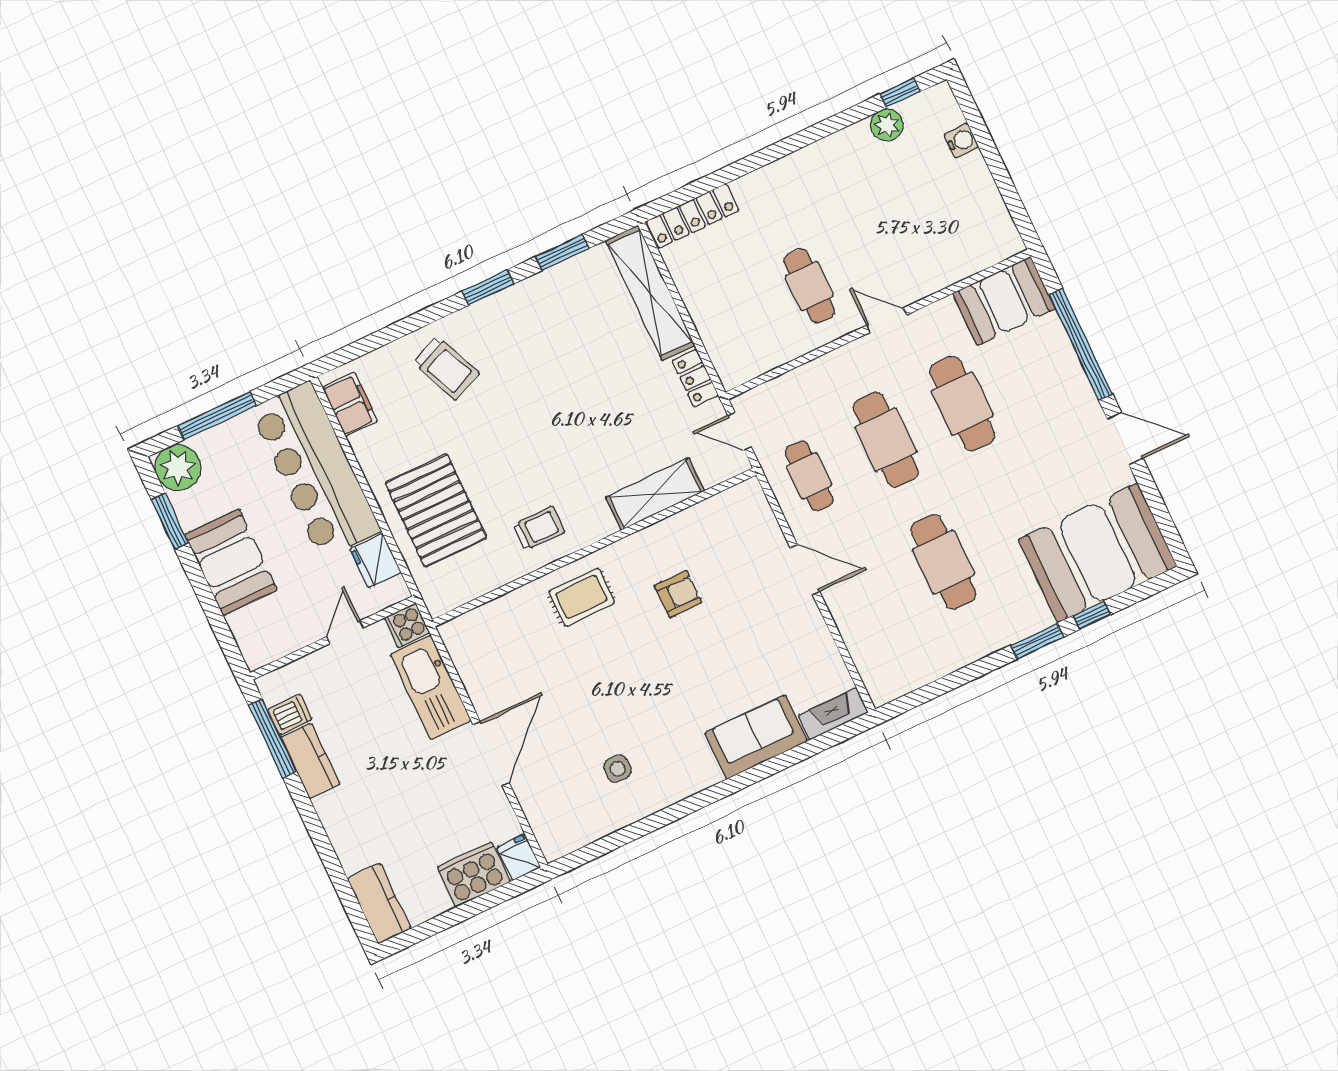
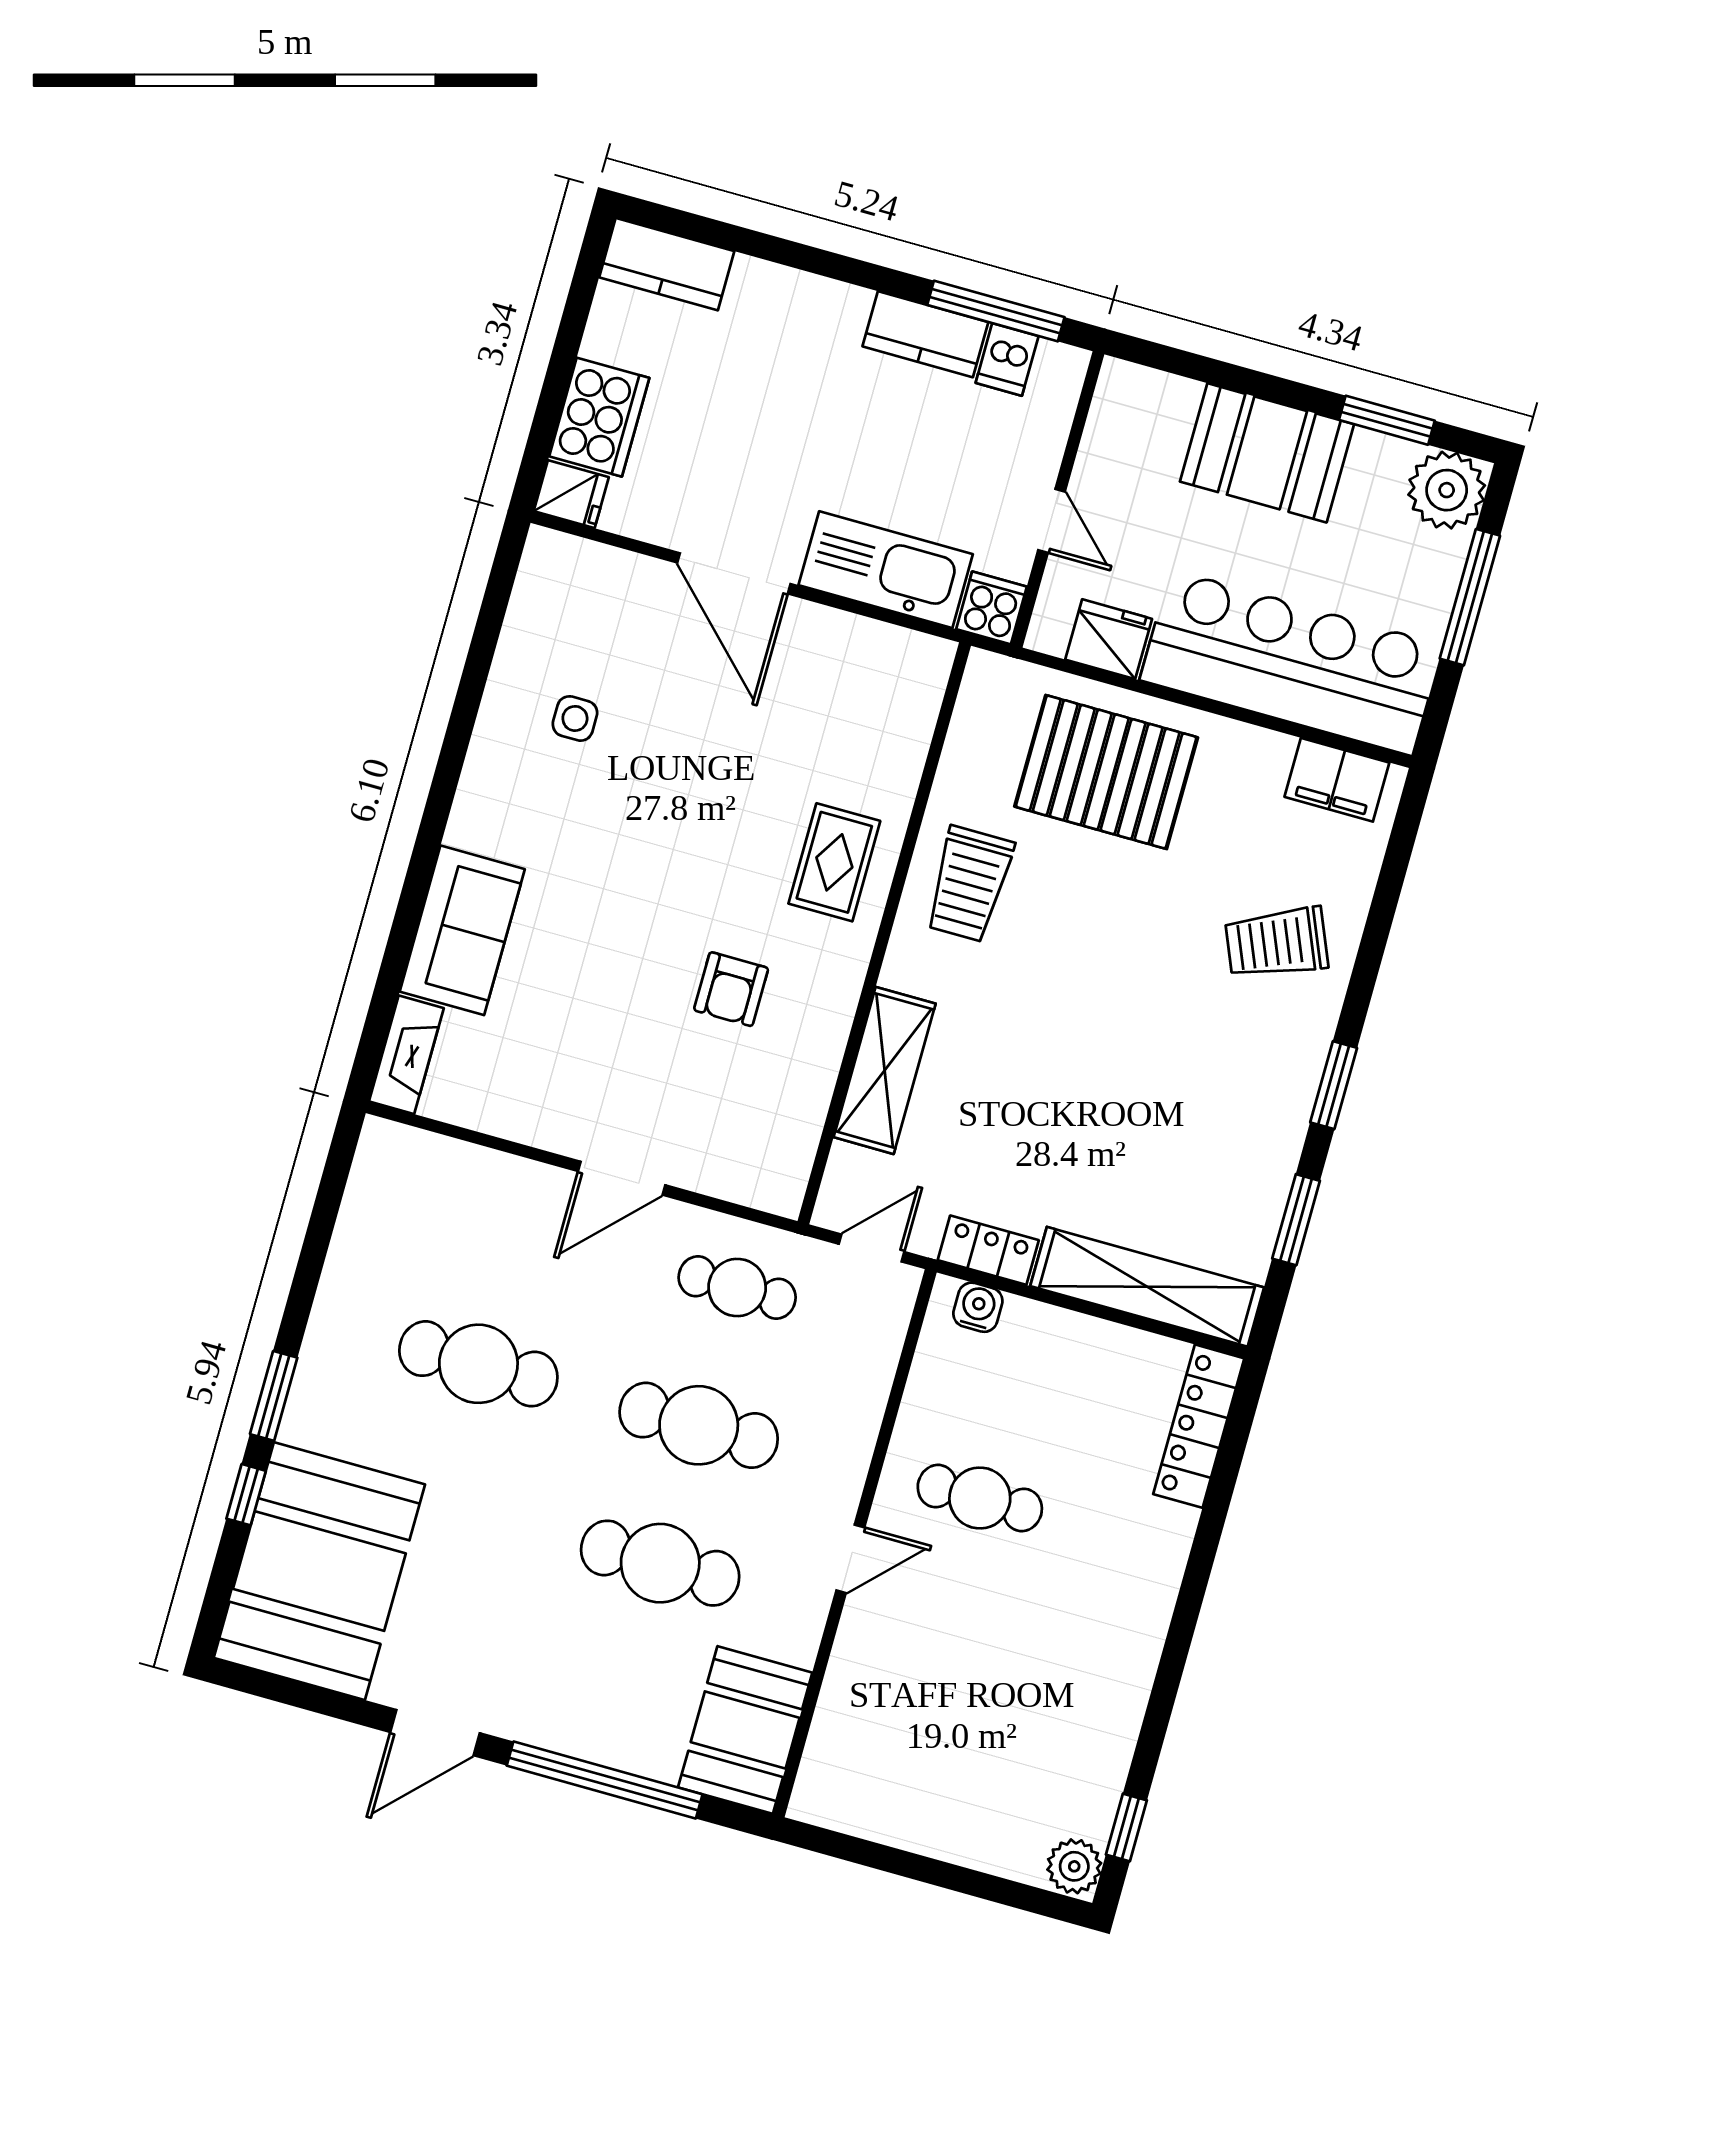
plant: (887, 125) -> (1074, 1866), moved
water cooler: (961, 141) -> (978, 1307), moved, turned 180
trolley: (539, 528) -> (969, 884), width x1.36, depth x1.39

